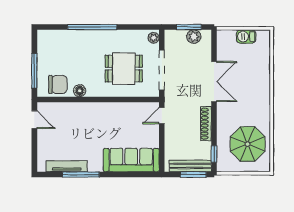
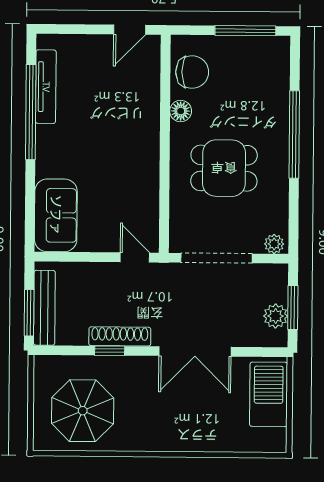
barbecue: (246, 37) -> (269, 394), width x1.88, depth x1.53
dining table: (124, 69) -> (224, 168), moved, turned 90
window: (34, 71) -> (245, 31), moved
chair: (58, 84) -> (192, 72), turned -90
window: (214, 154) -> (110, 351), moved
sofa: (131, 160) -> (56, 215), width x0.73
window: (81, 175) -> (31, 112), width x1.46

